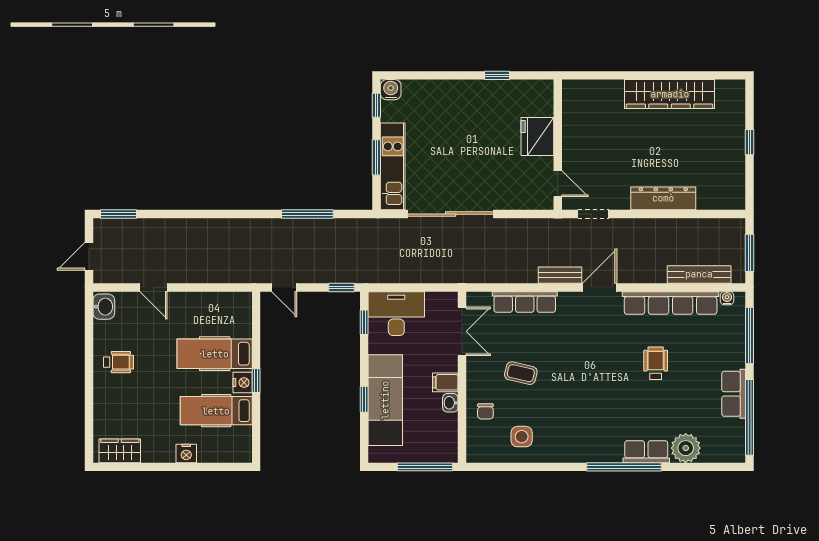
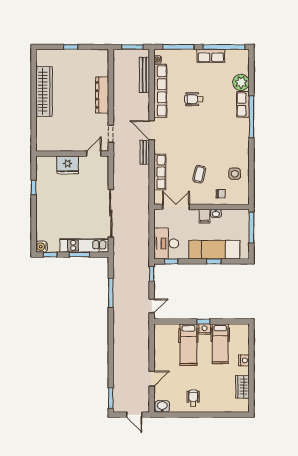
wardrobe: (120, 451) -> (243, 387), moved

